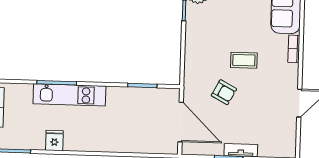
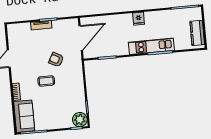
door: (181, 122) -> (81, 38), swing flipped
fridge: (54, 140) -> (139, 19), moved

